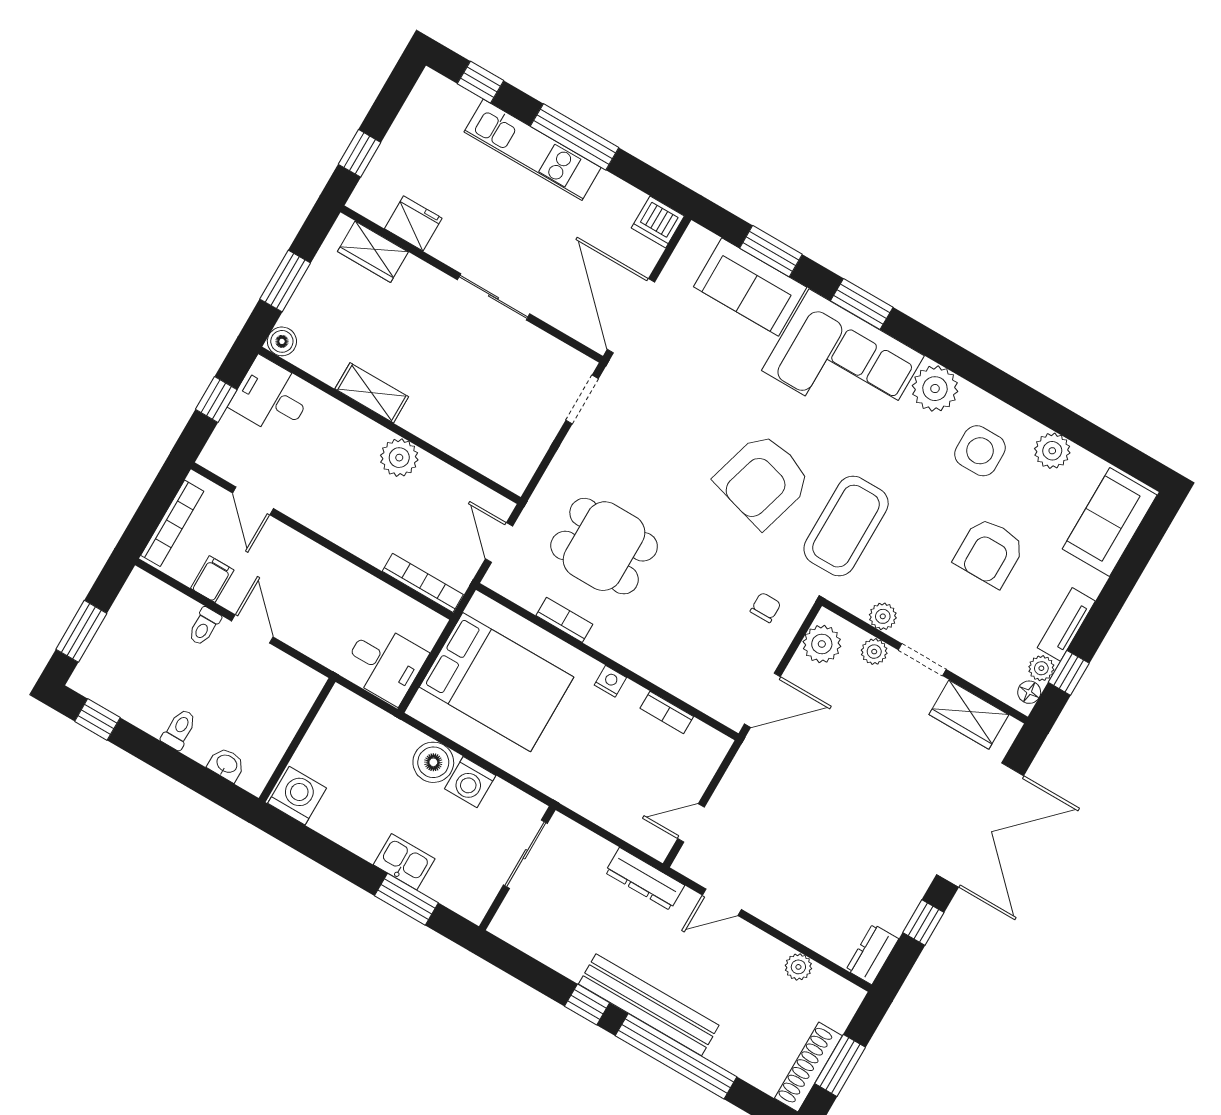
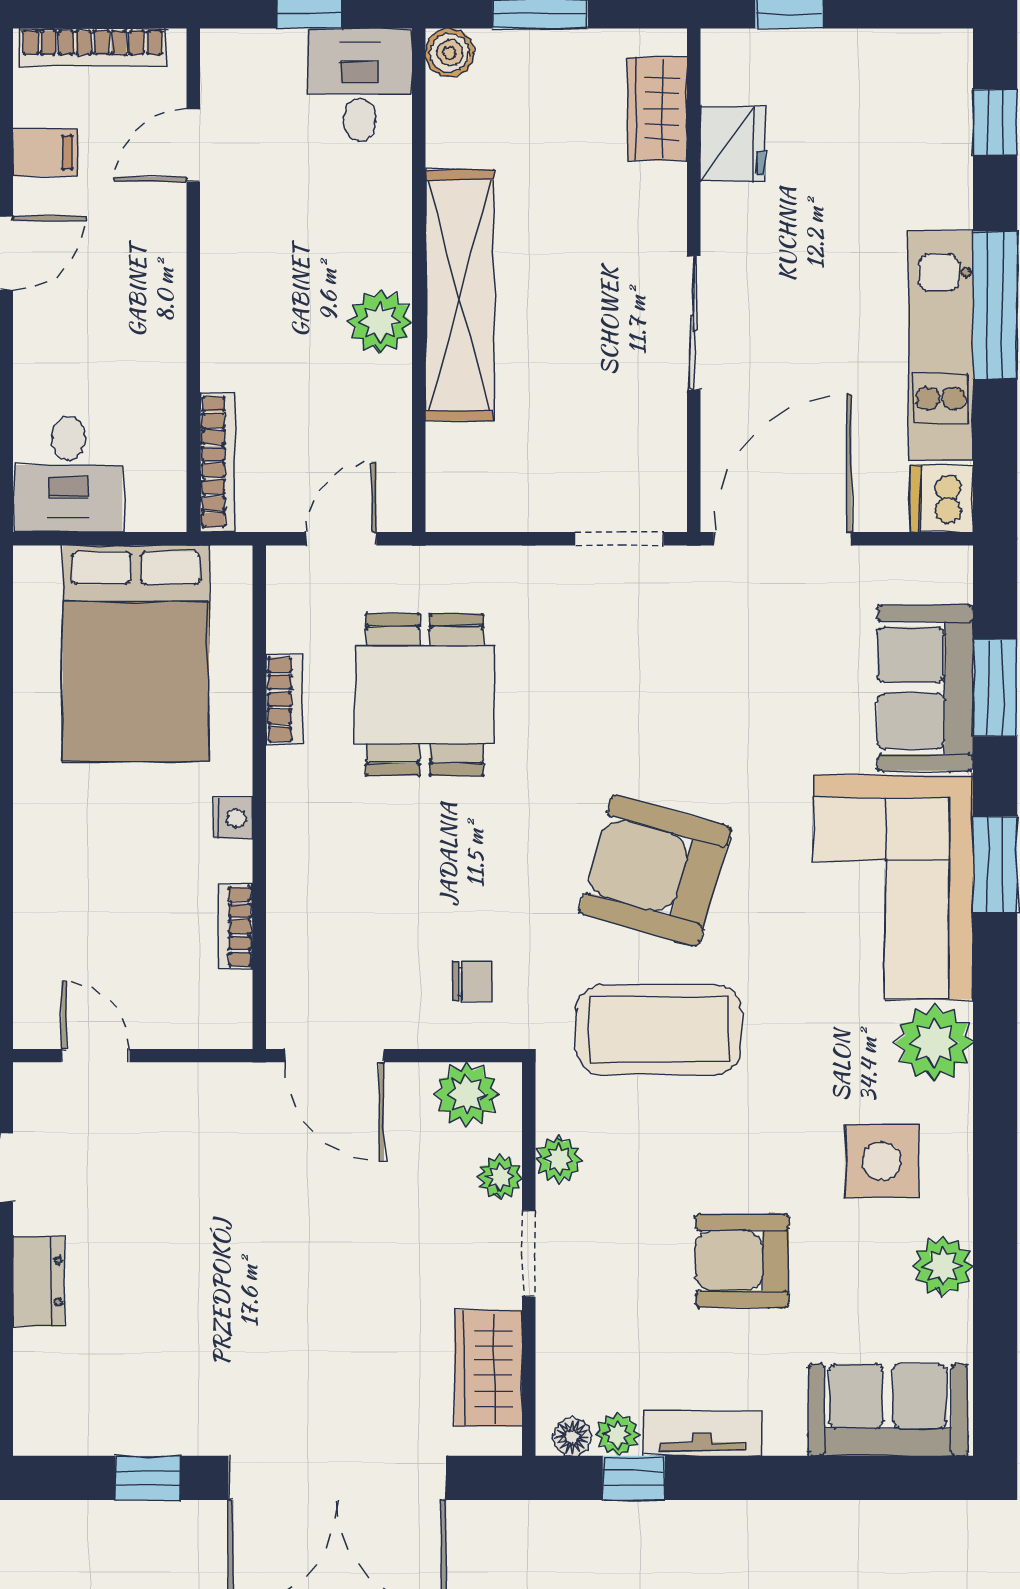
kitchen unit: (533, 150) -> (941, 346), moved
shelving: (372, 393) -> (460, 295), width x2.20, depth x1.33
dresser: (872, 954) -> (38, 1281), moved, turned 90

